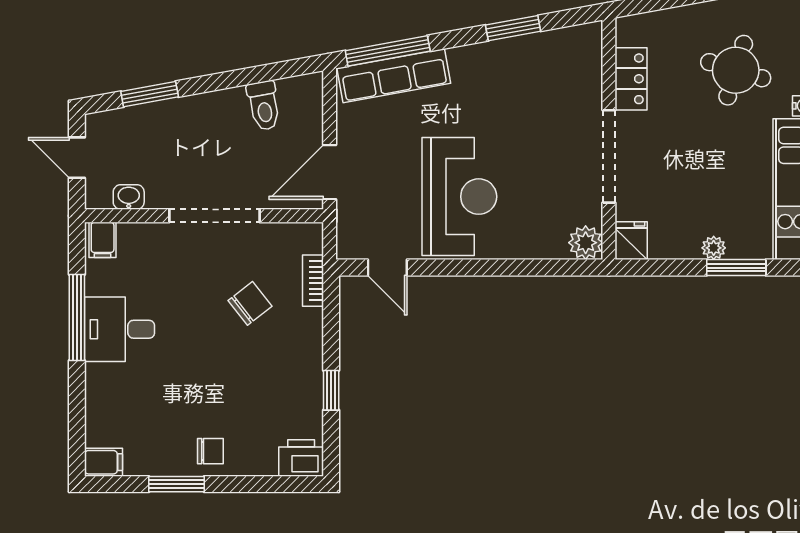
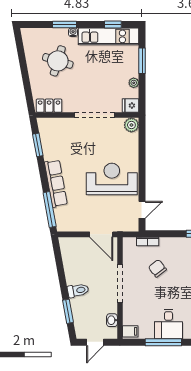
window: (513, 28) -> (38, 145), moved
row of seats: (394, 76) -> (56, 183), moved
locker: (631, 79) -> (49, 106), moved
toilet: (264, 106) -> (78, 290), moved
plant: (714, 248) -> (134, 83), moved

